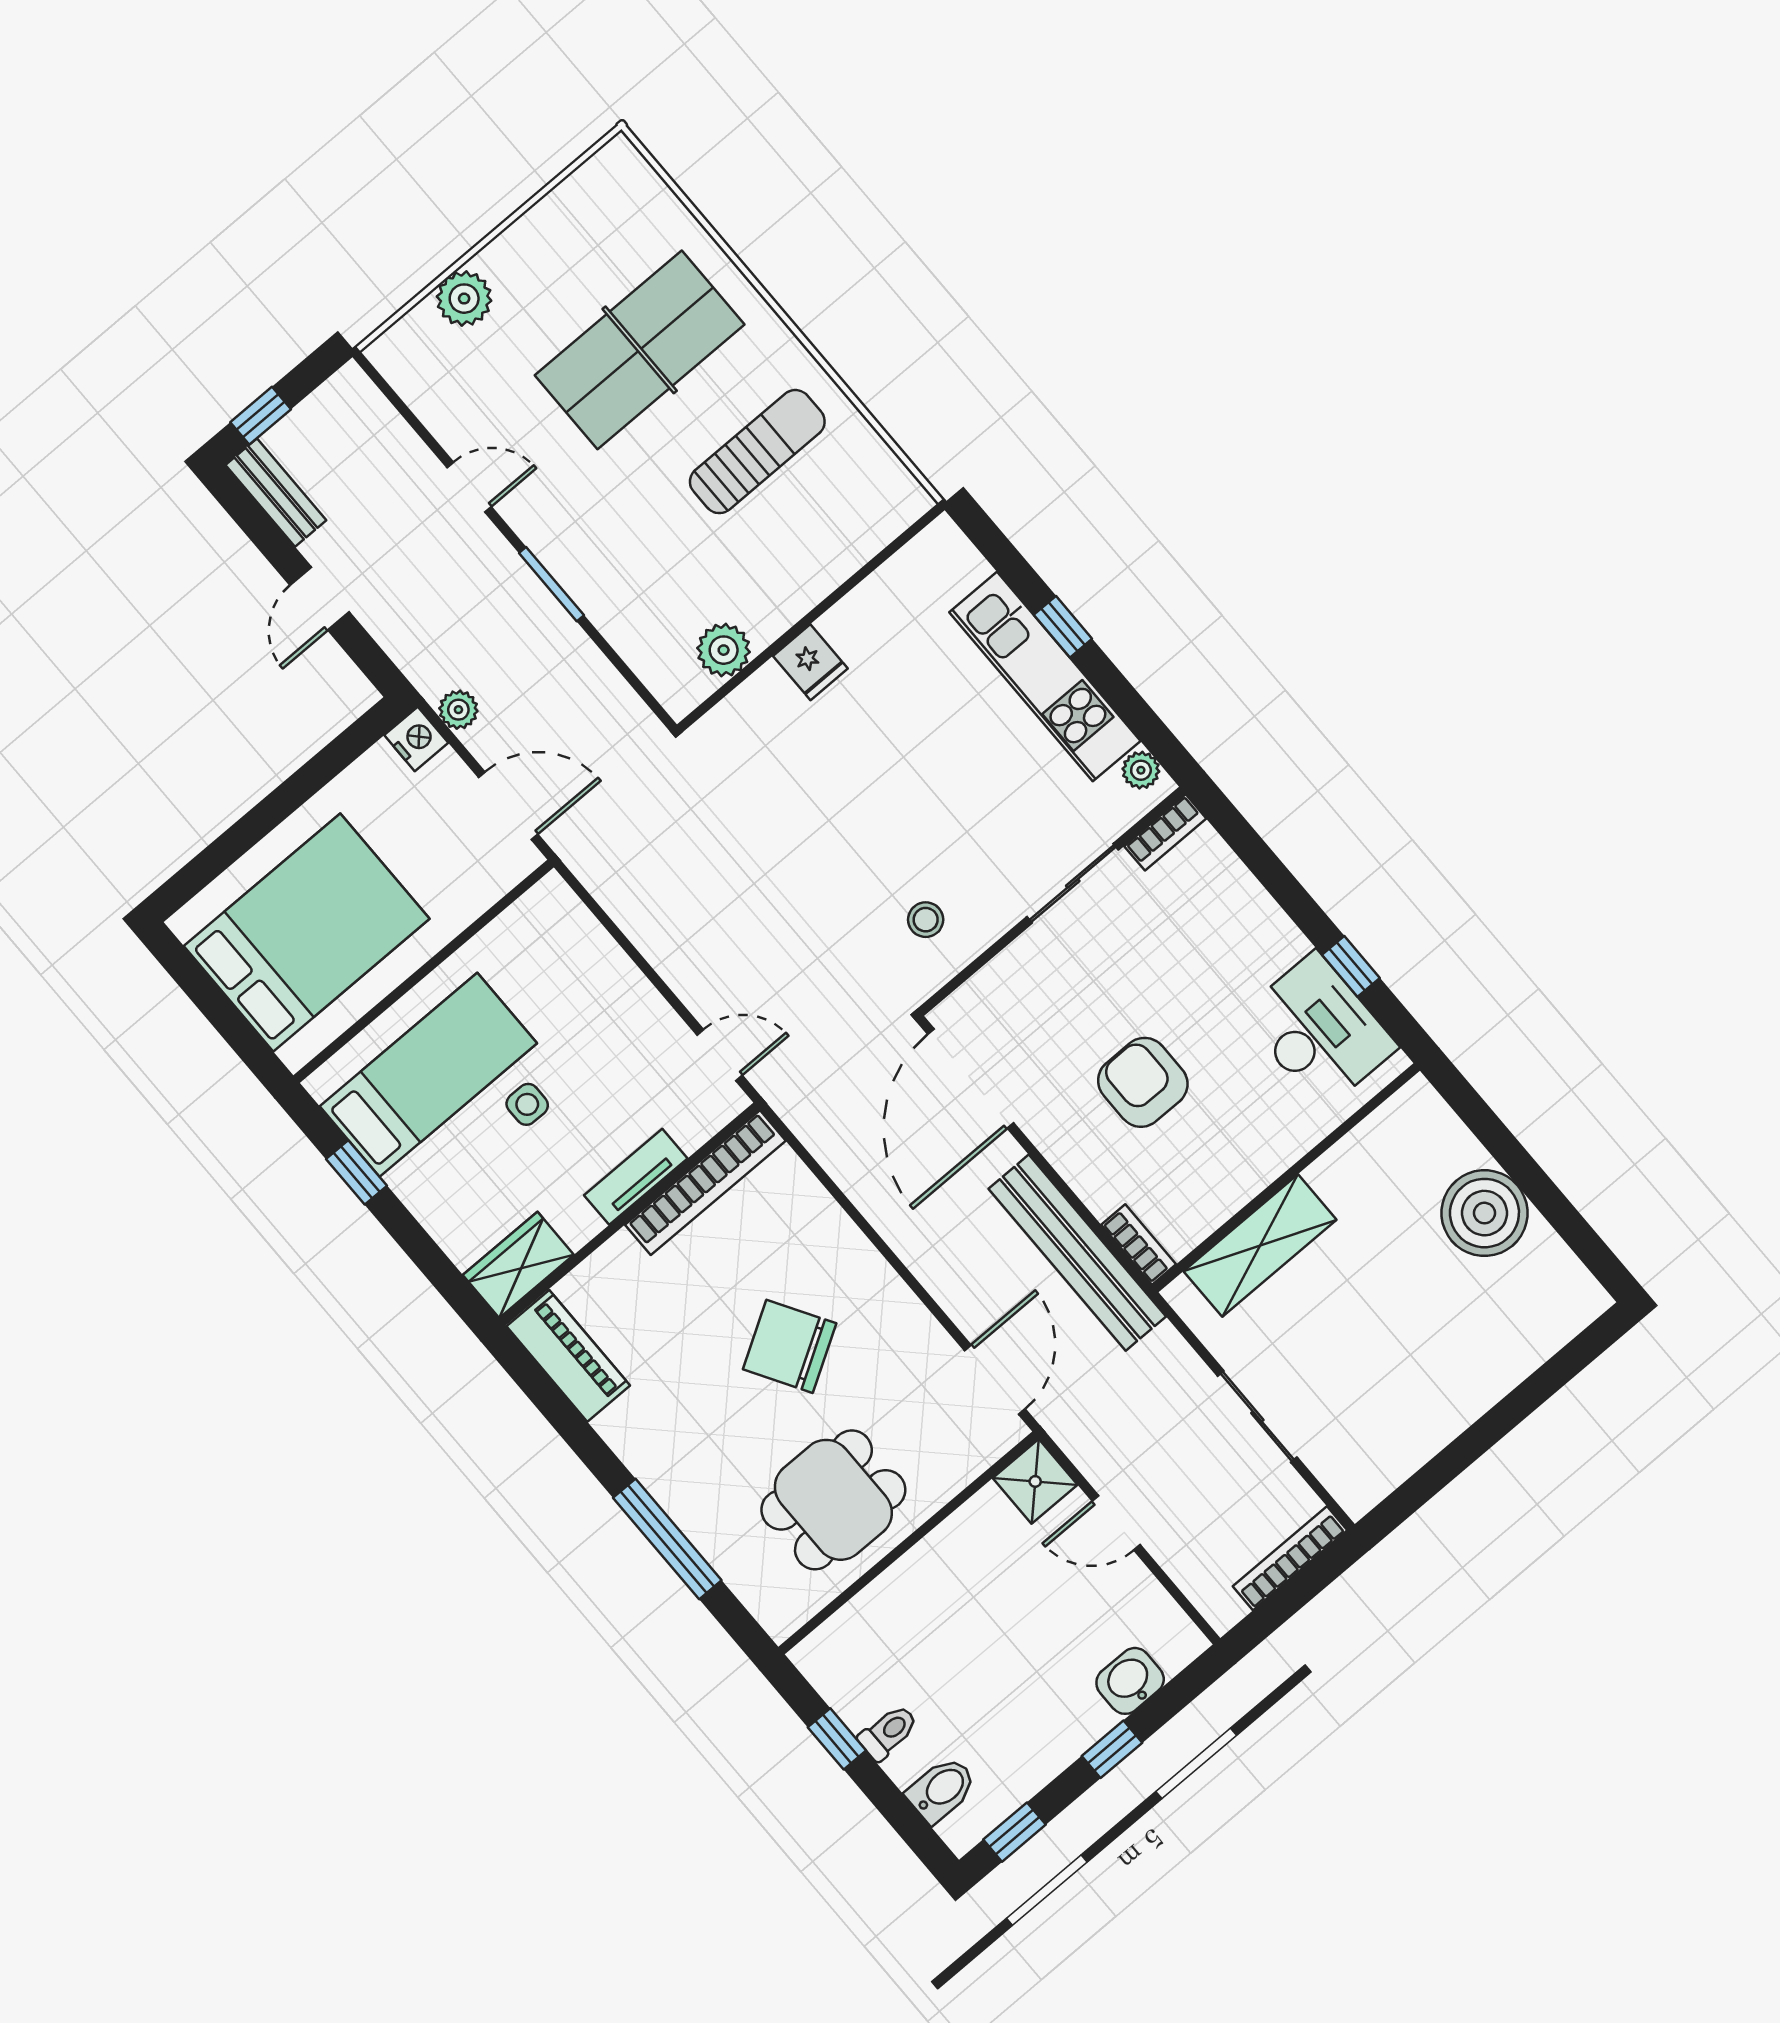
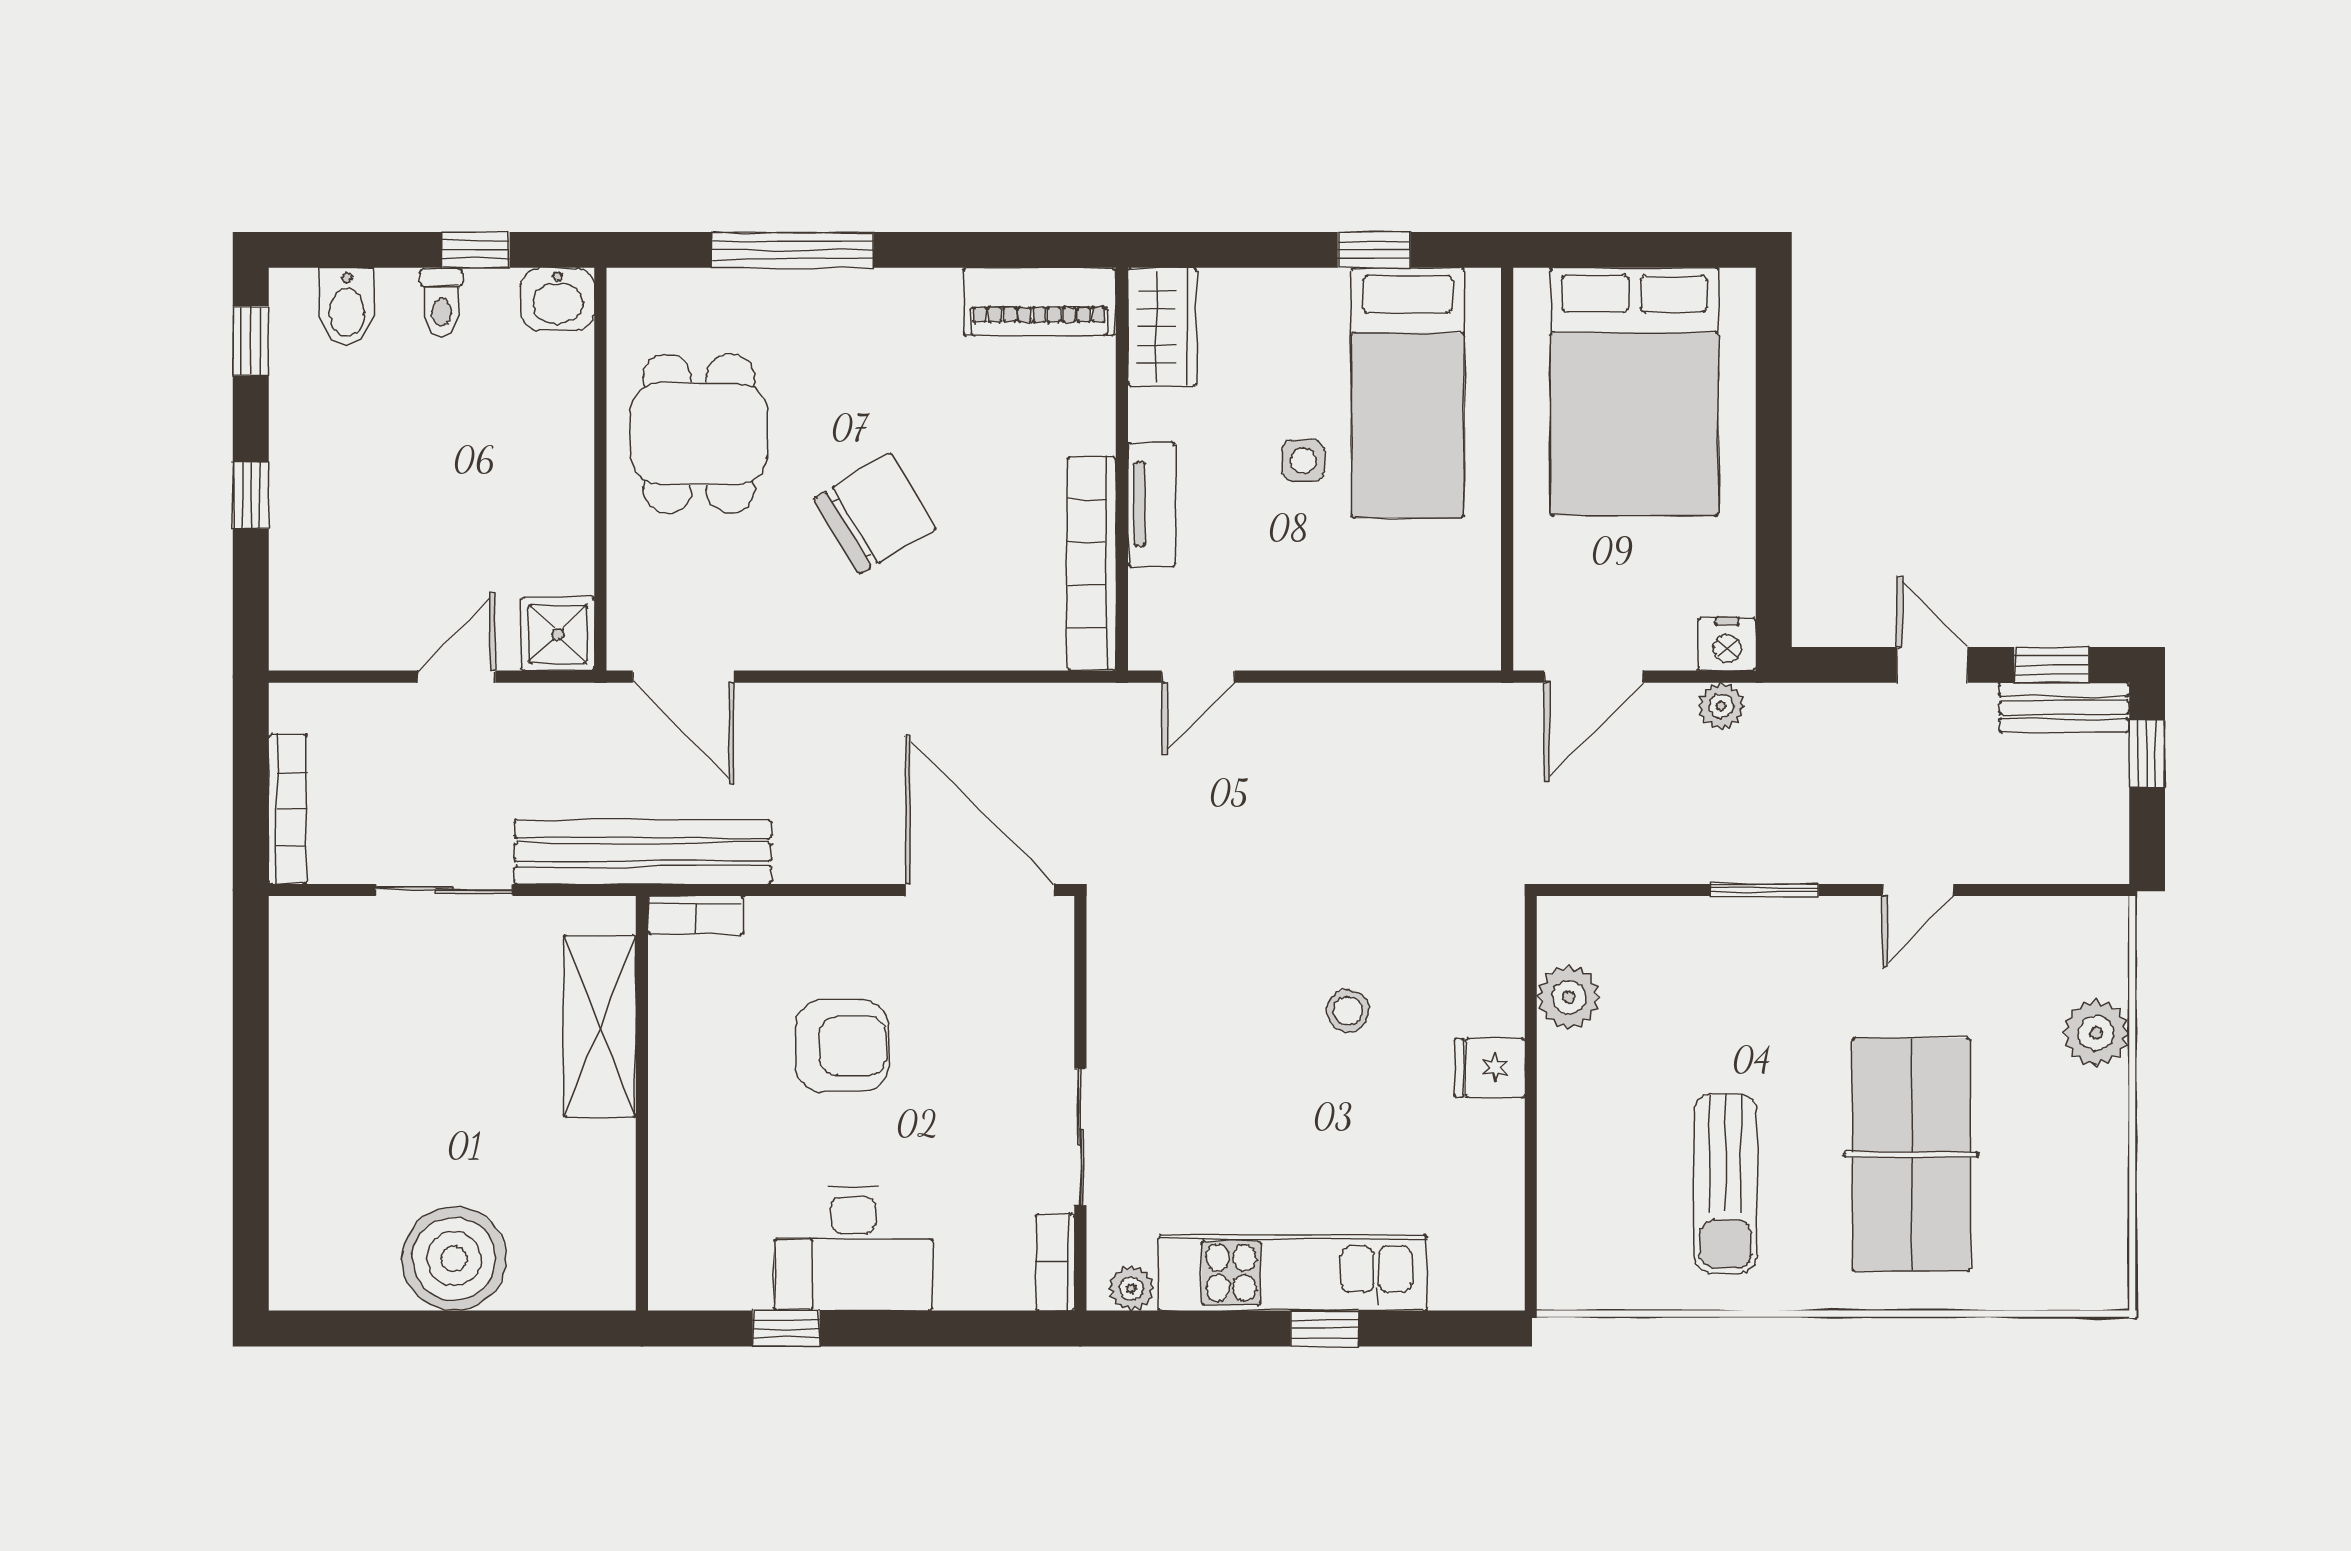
window: (256, 523) -> (2051, 665), added
stool: (926, 920) -> (1348, 1011), moved
desk: (1319, 1031) -> (853, 1249), moved
bench: (1077, 1253) -> (643, 852), moved
washbasin: (1130, 1681) -> (558, 299), moved, turned 90

